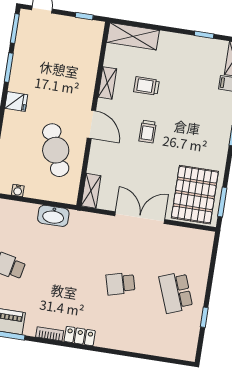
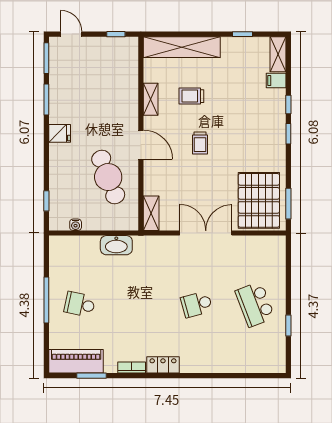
shelving: (133, 36) -> (182, 47), width x1.47

